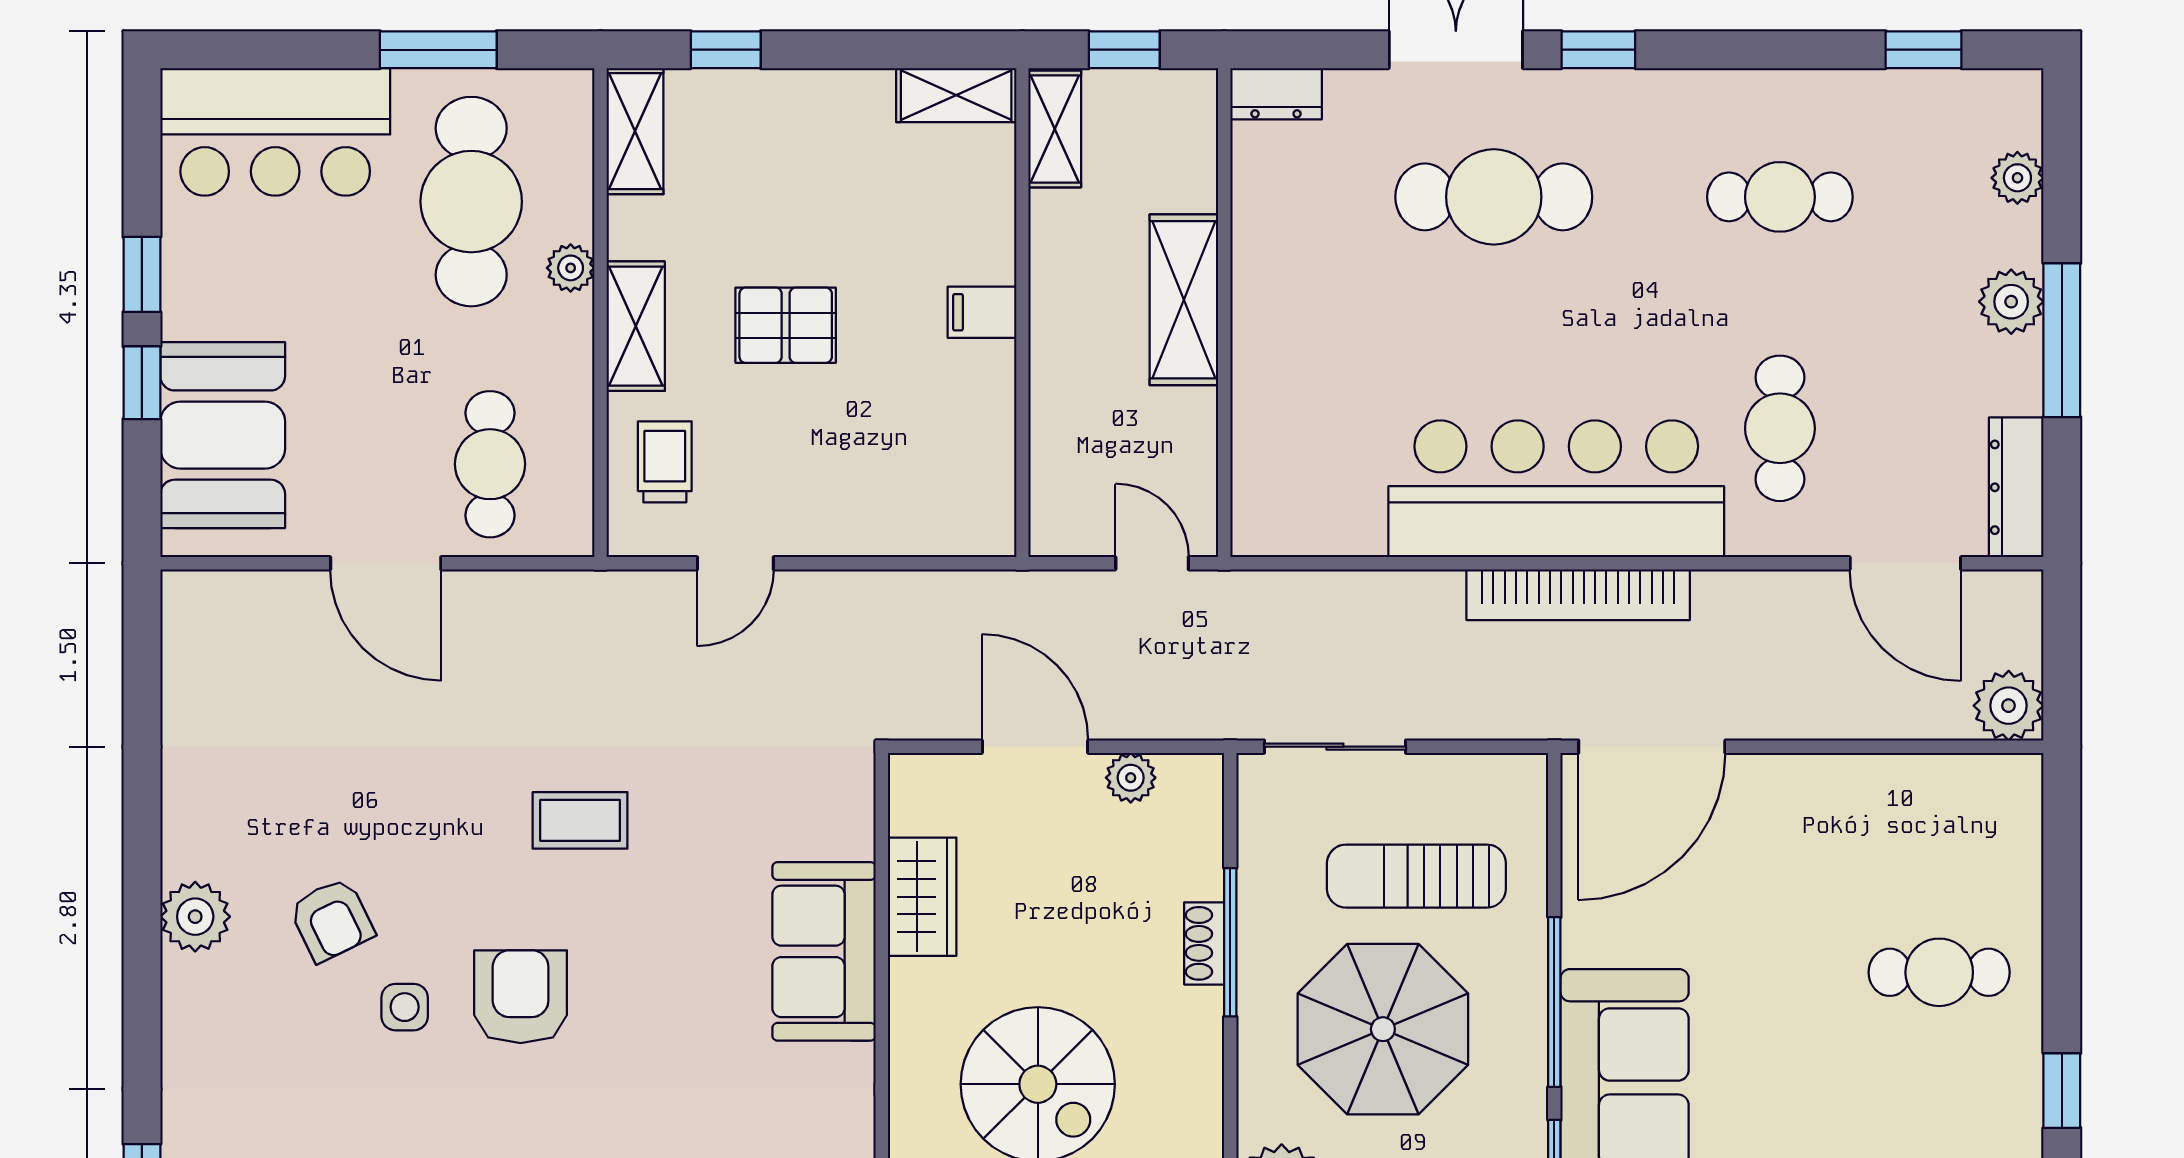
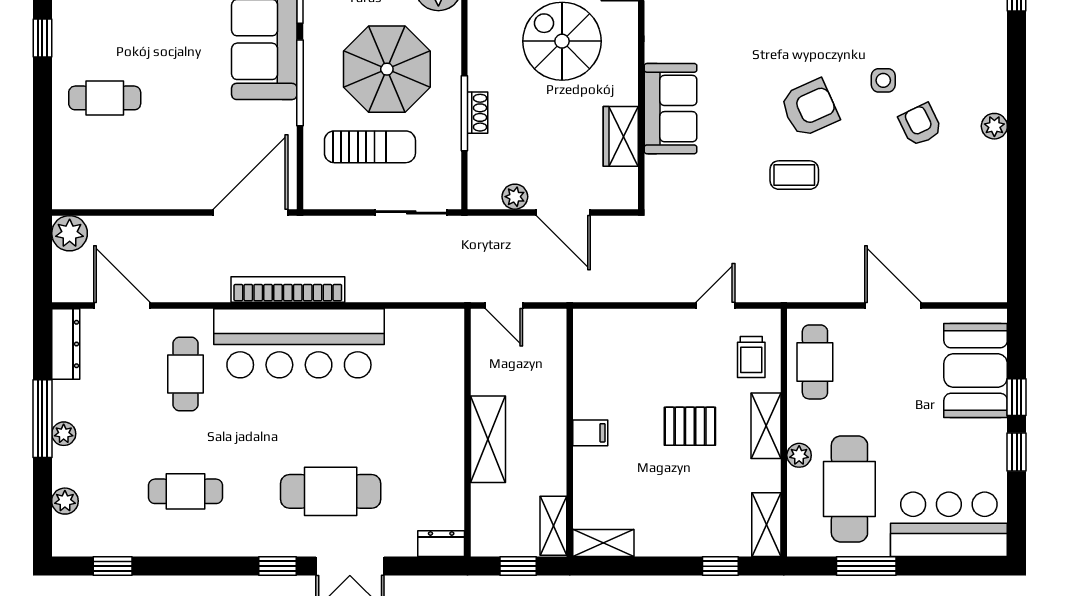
plant: (2011, 302) -> (64, 434), width x0.73, depth x0.73
cafe table: (490, 464) -> (815, 362), moved
plant: (195, 917) -> (994, 126), width x0.73, depth x0.73
armchair: (521, 997) -> (809, 108), moved, turned -114

